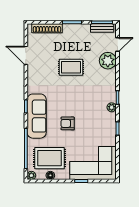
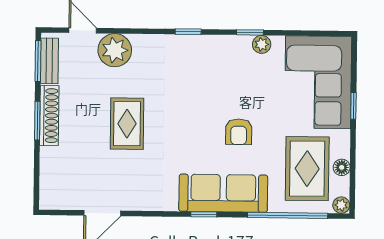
shoe rack: (47, 28) -> (49, 116), moved
plant: (112, 107) -> (262, 44), moved

